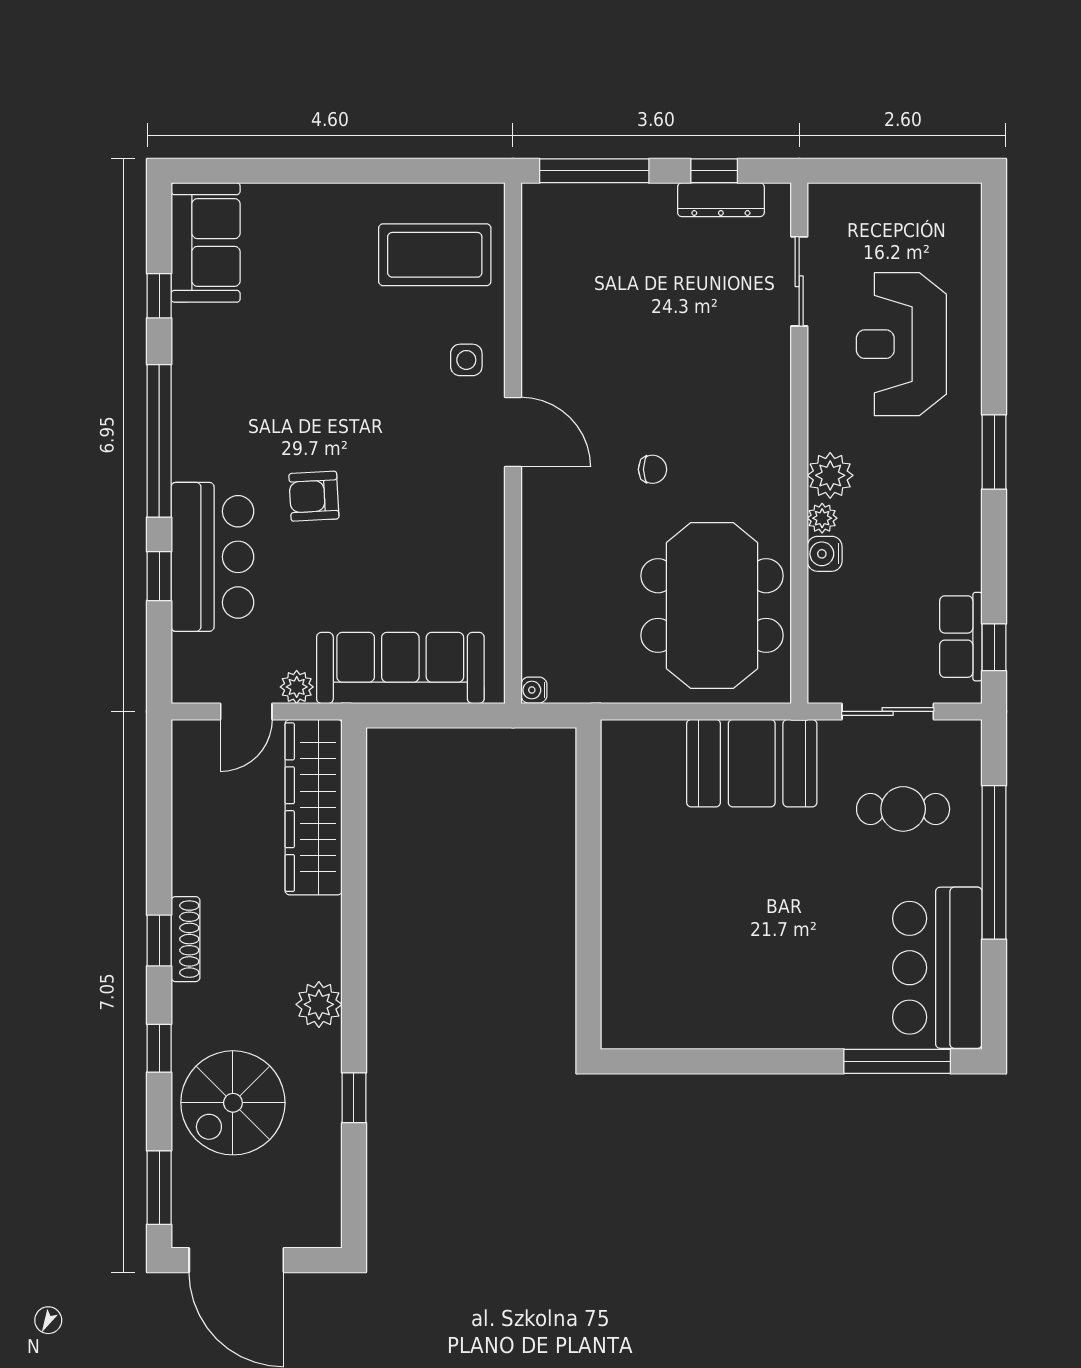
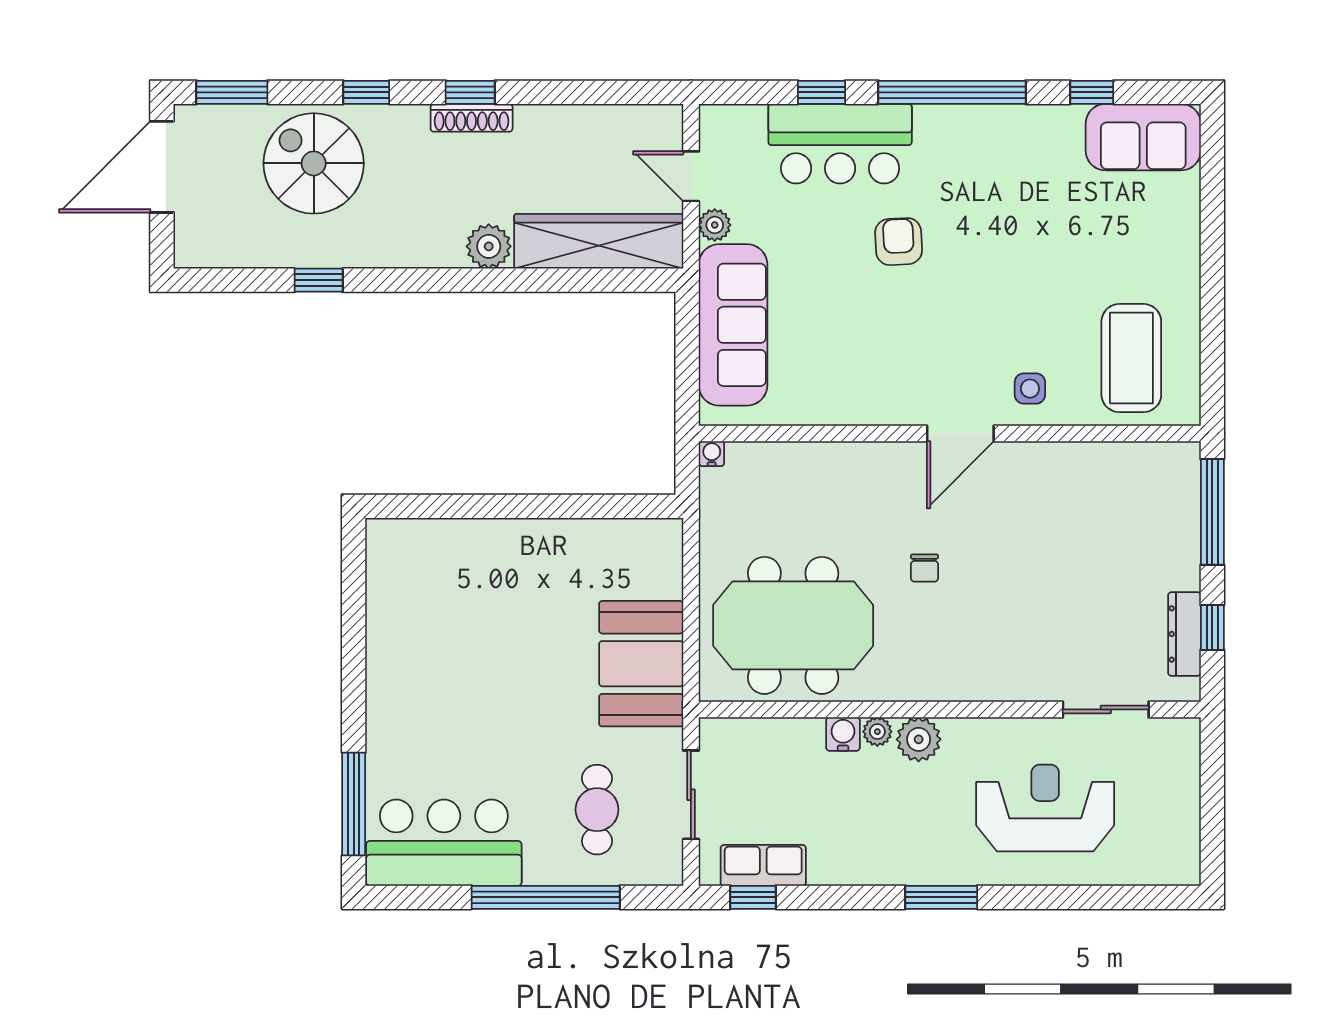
plant: (319, 1004) -> (489, 246), moved

